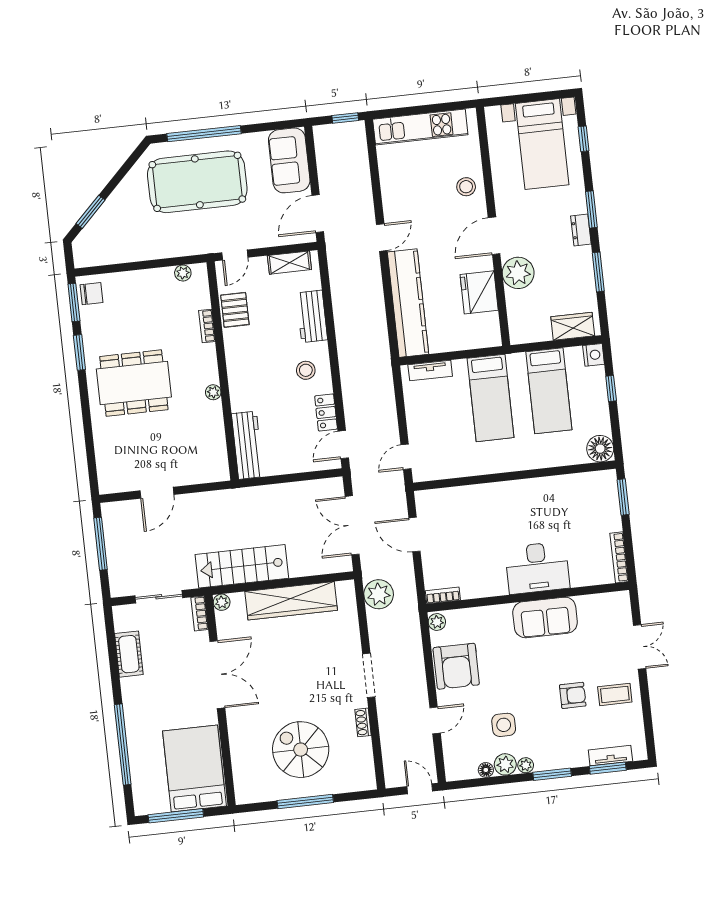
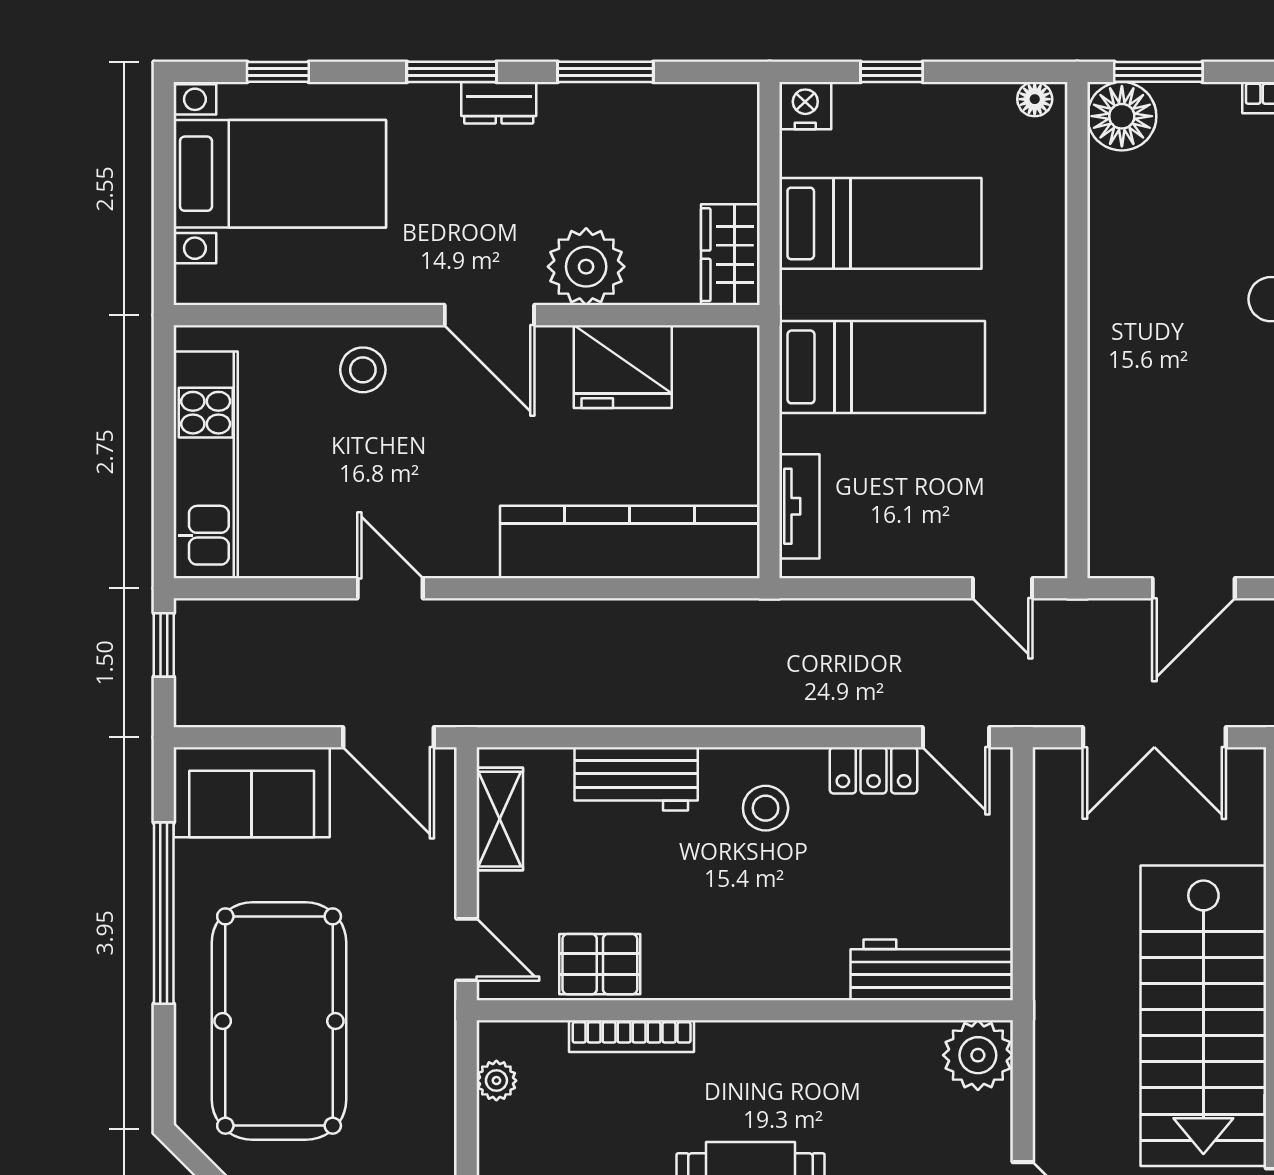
window: (204, 134) -> (164, 913), moved
door: (382, 237) -> (390, 588), moved
bookcase: (207, 326) -> (632, 1036), width x1.56
wardrobe: (573, 326) -> (730, 255), moved
plant: (213, 392) -> (978, 1055), moved, width x1.88, depth x1.88
floor lamp: (600, 449) -> (1035, 99), width x0.53, depth x0.53
floor lamp: (603, 484) -> (1122, 116), added
stairs: (242, 566) -> (1203, 1016), width x1.36, depth x1.51

